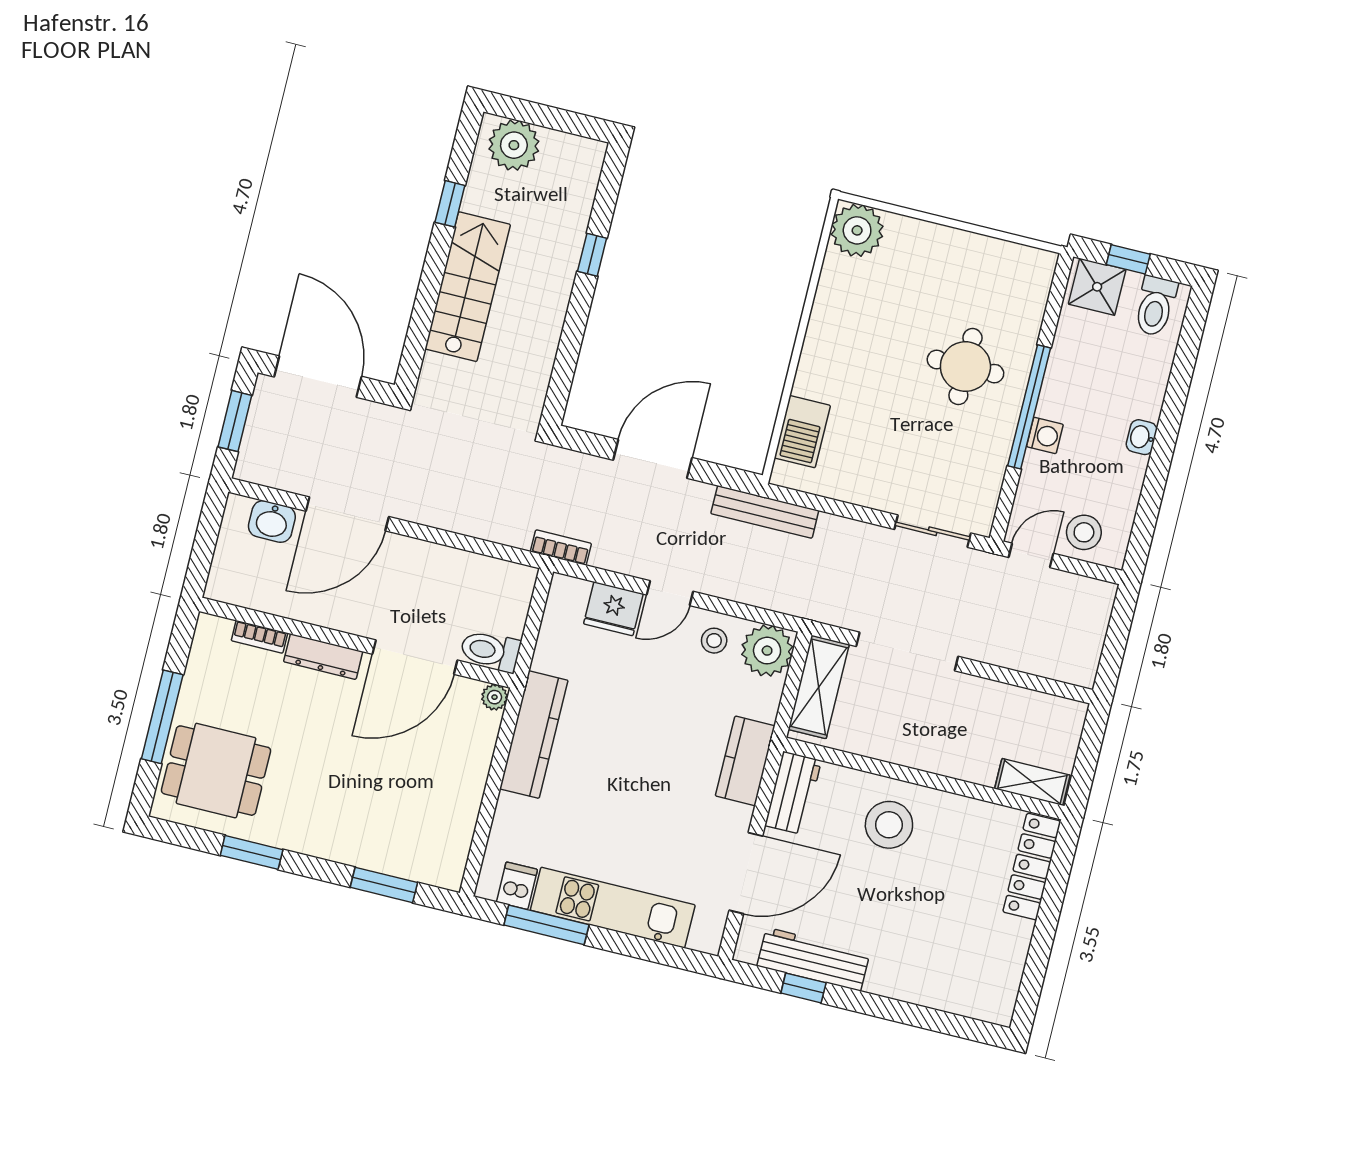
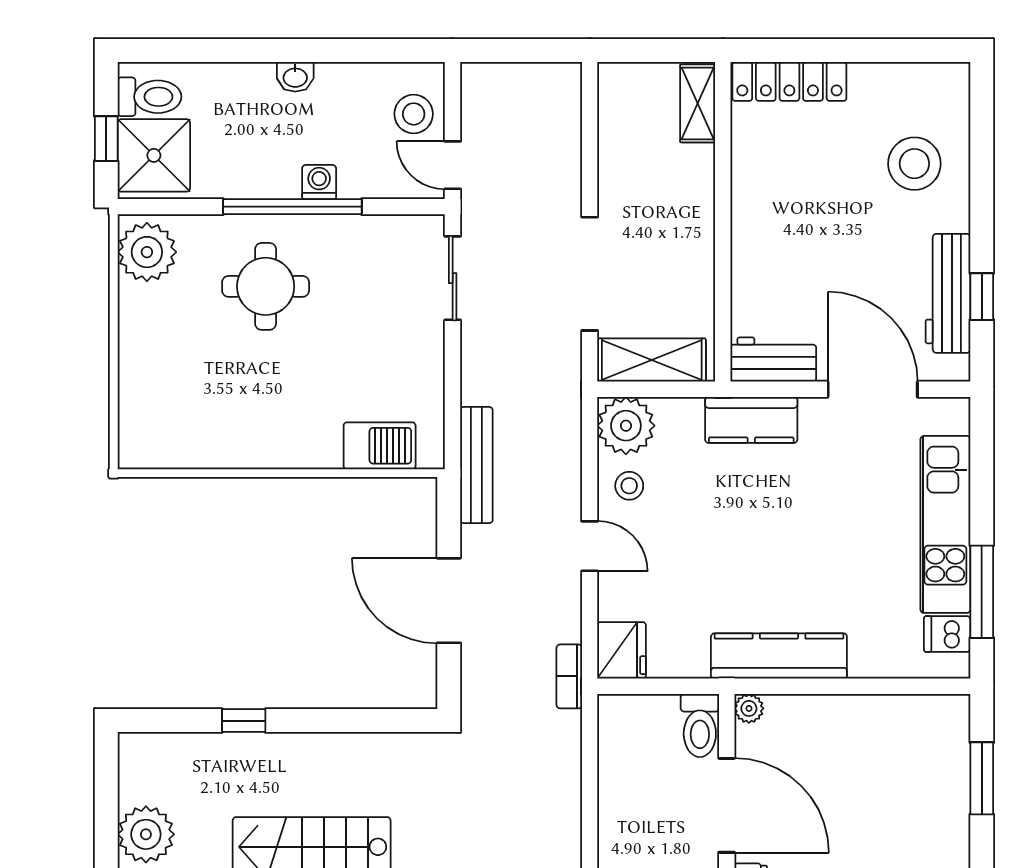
plant: (857, 230) -> (147, 252), moved
shower: (1097, 287) -> (154, 155), width x1.36, depth x1.36
fridge: (613, 609) -> (622, 650), moved
stool: (889, 825) -> (914, 164), moved

